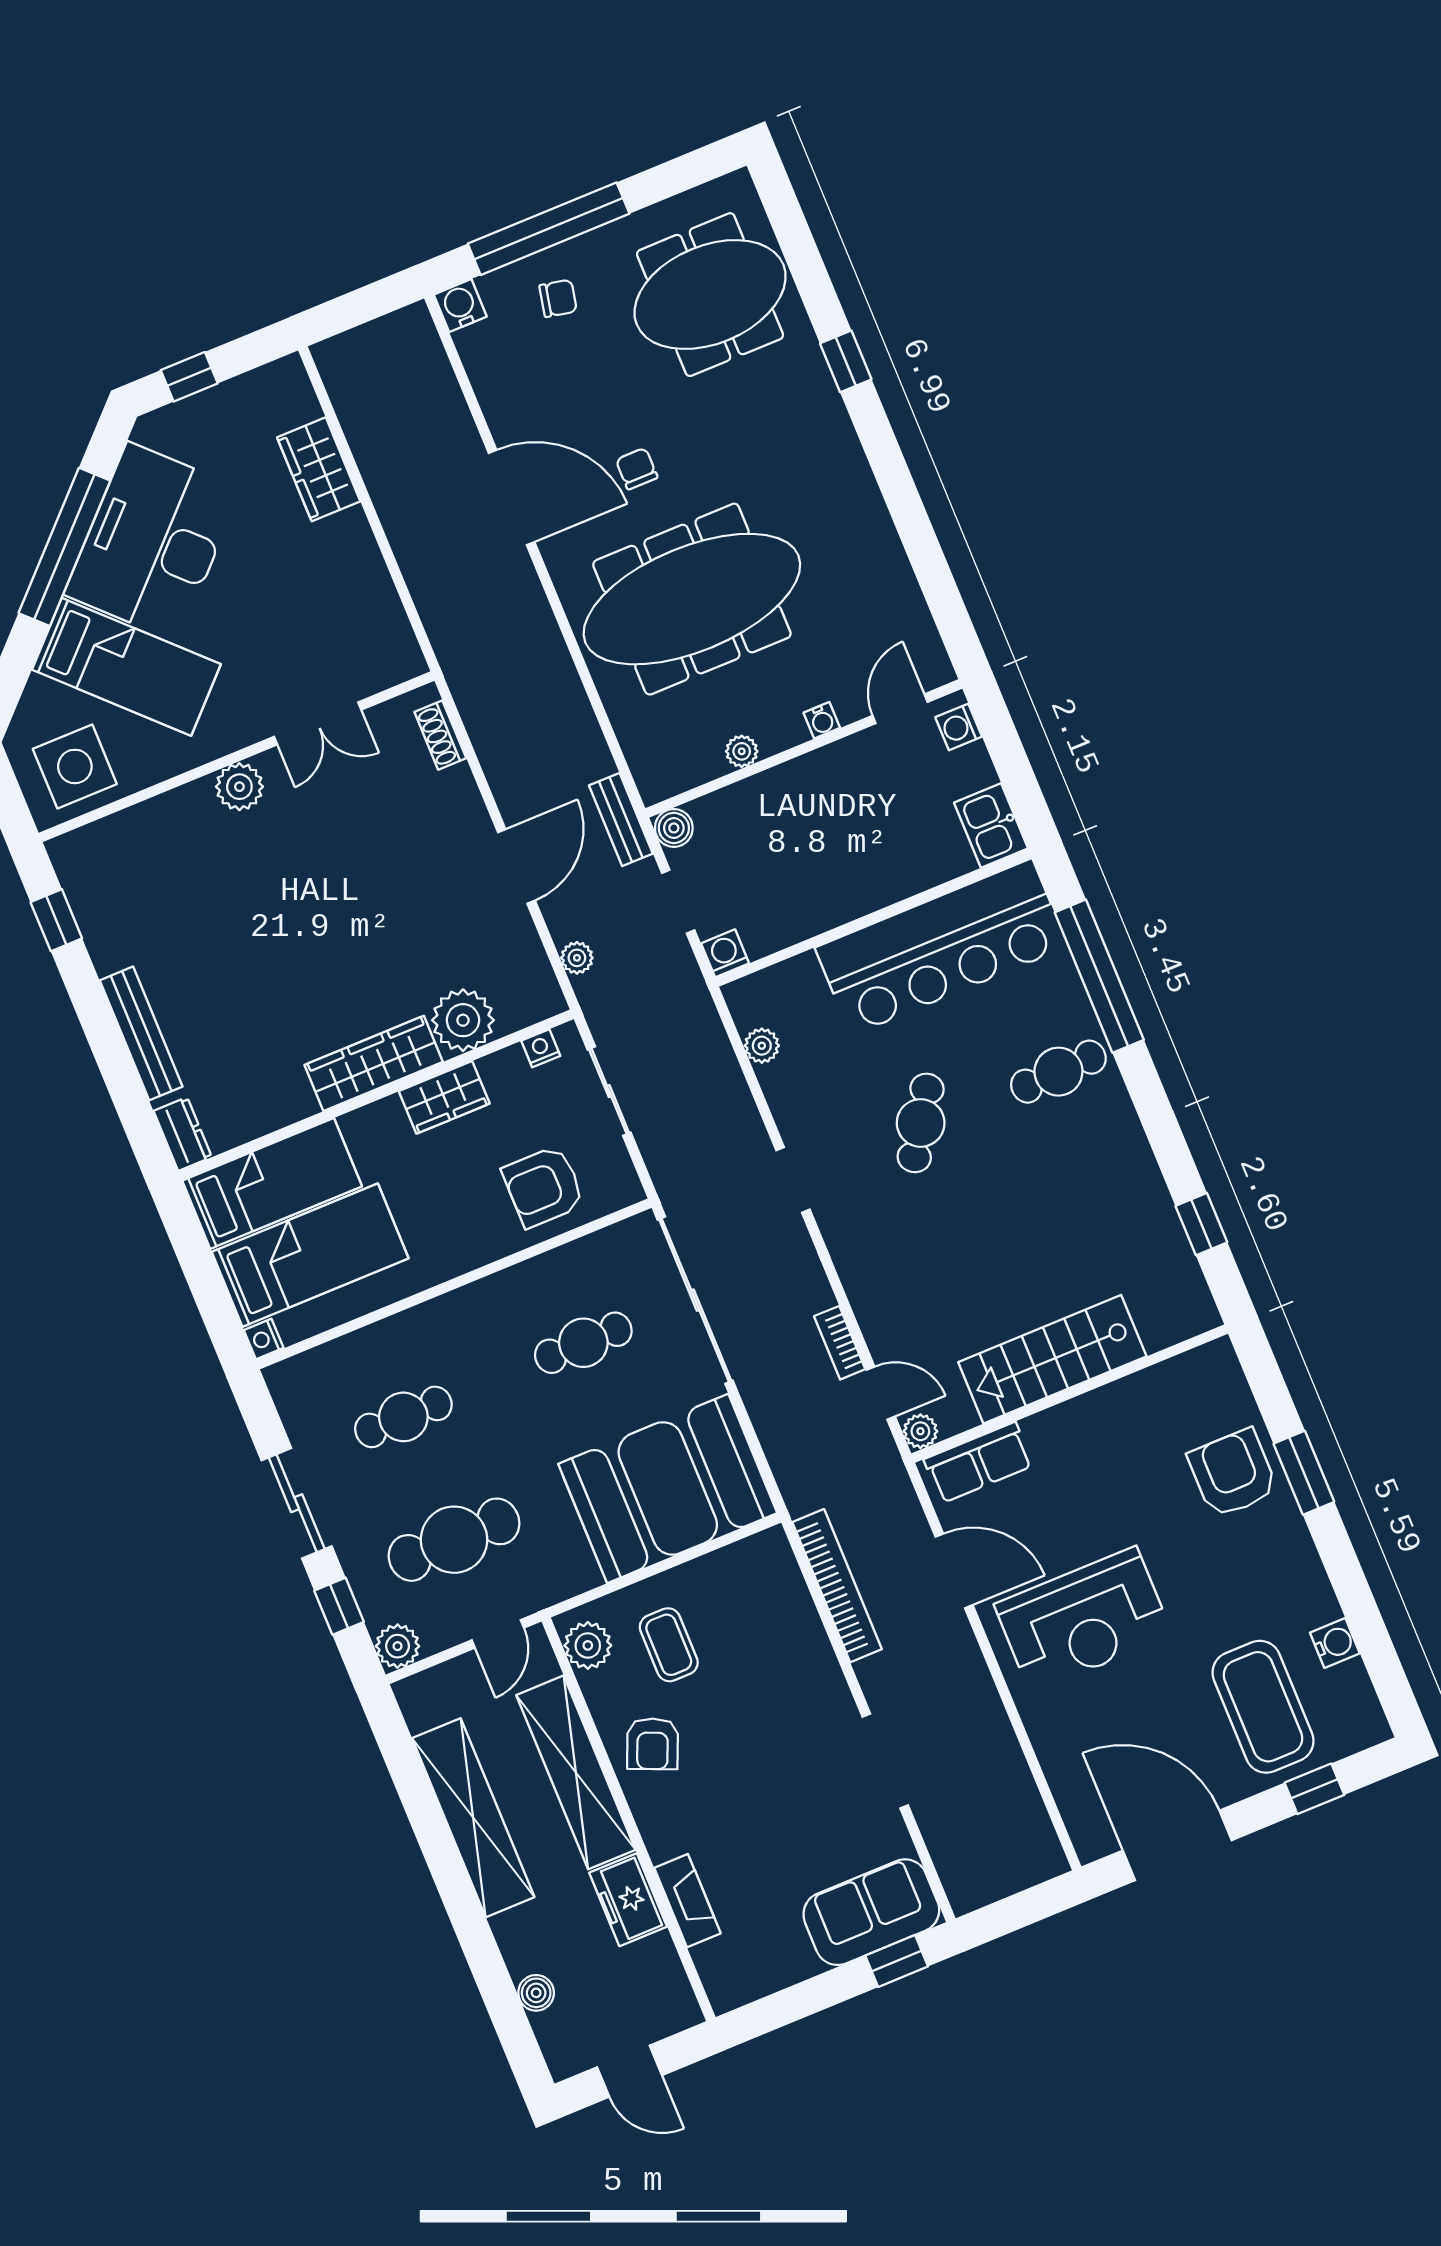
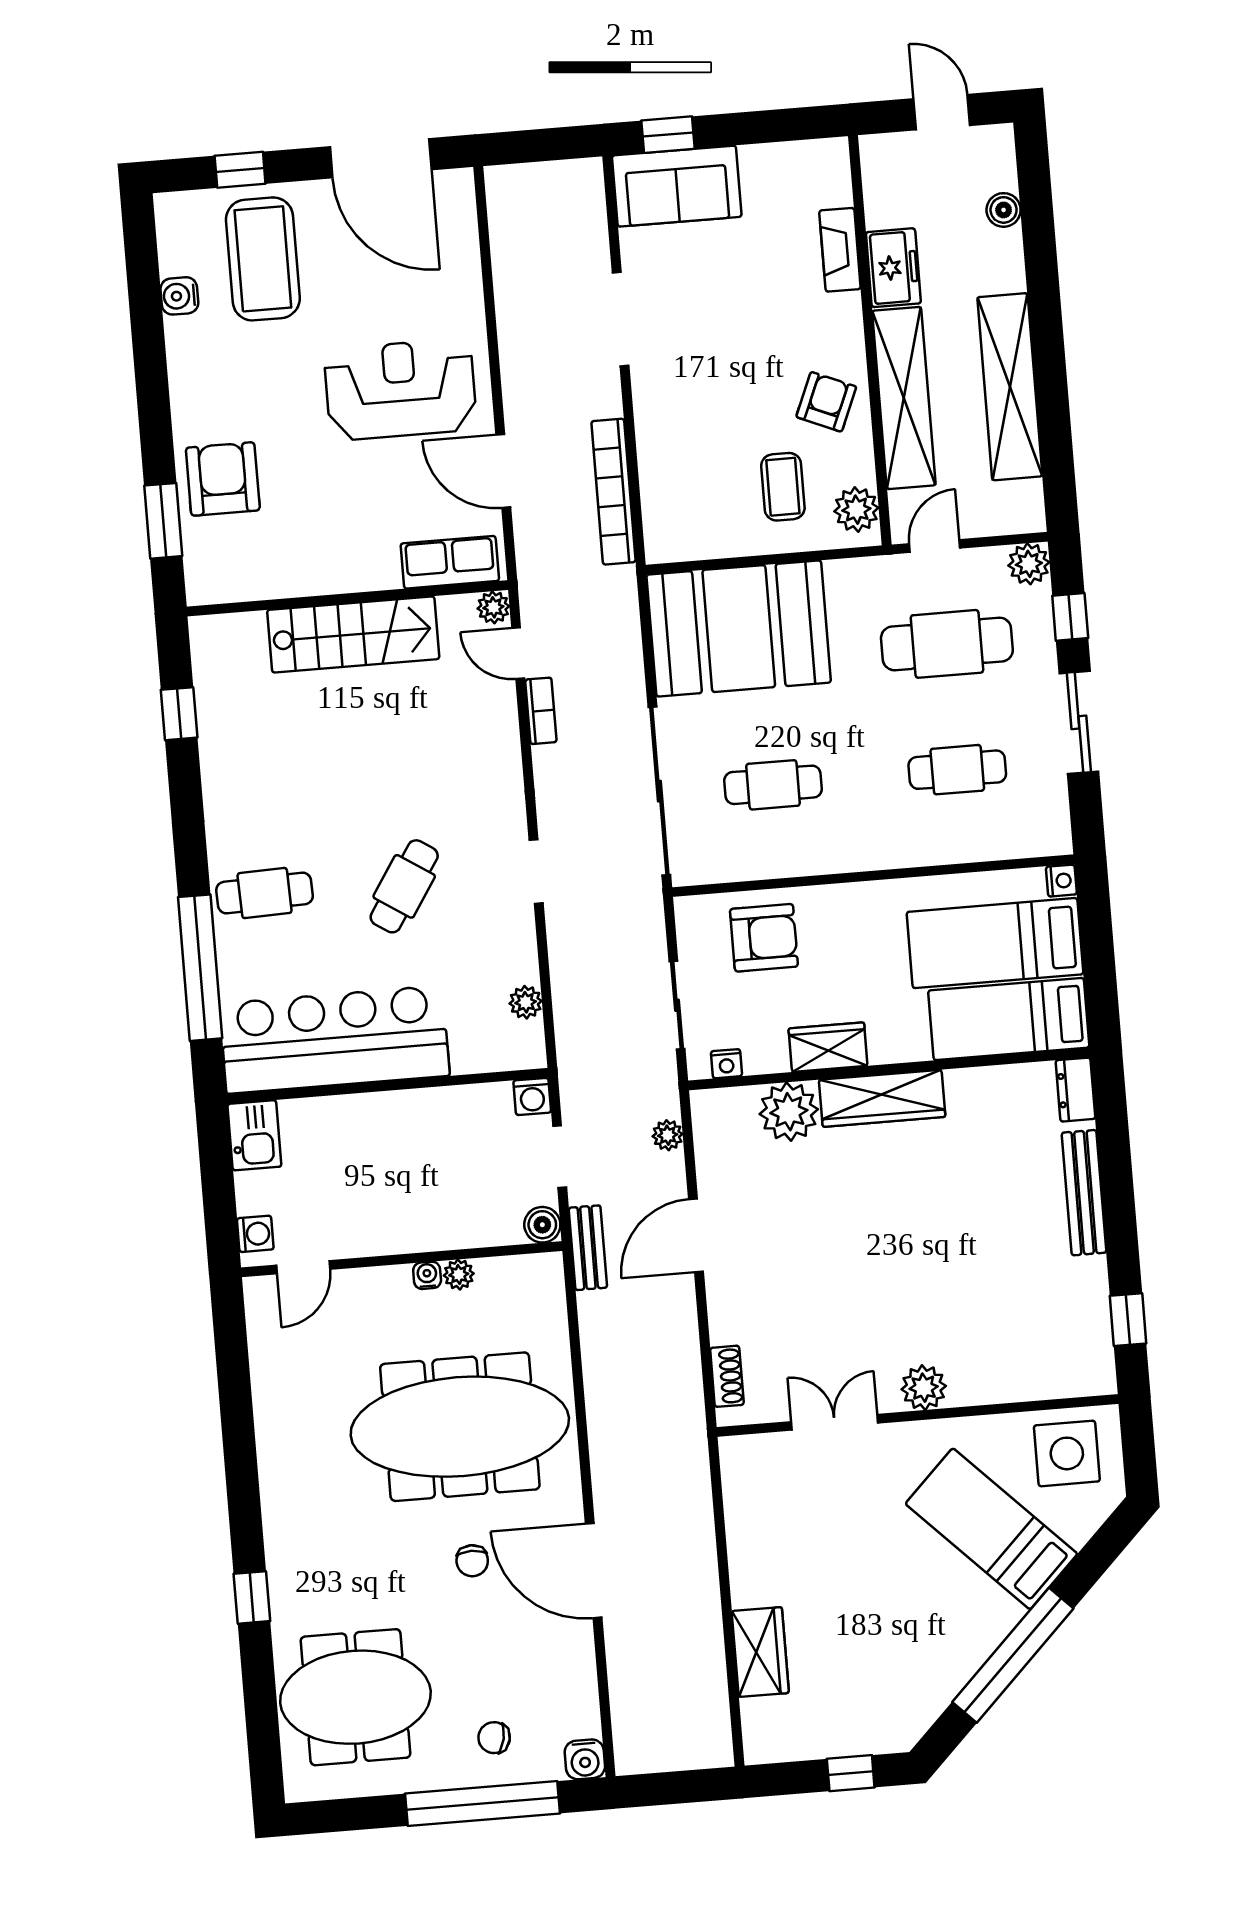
desk: (153, 542) -> (931, 1634), removed
water cooler: (822, 720) -> (427, 1275), moved
armchair: (1233, 1473) -> (223, 479), turned 180
window: (1304, 1473) -> (163, 521), moved

